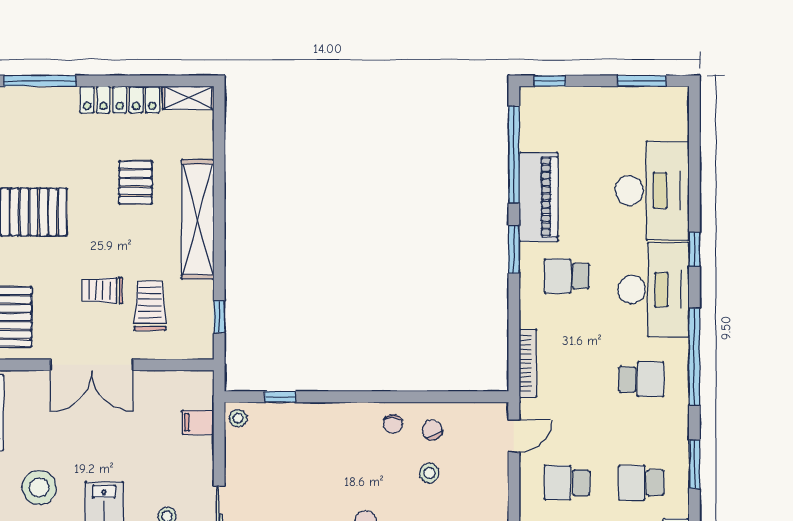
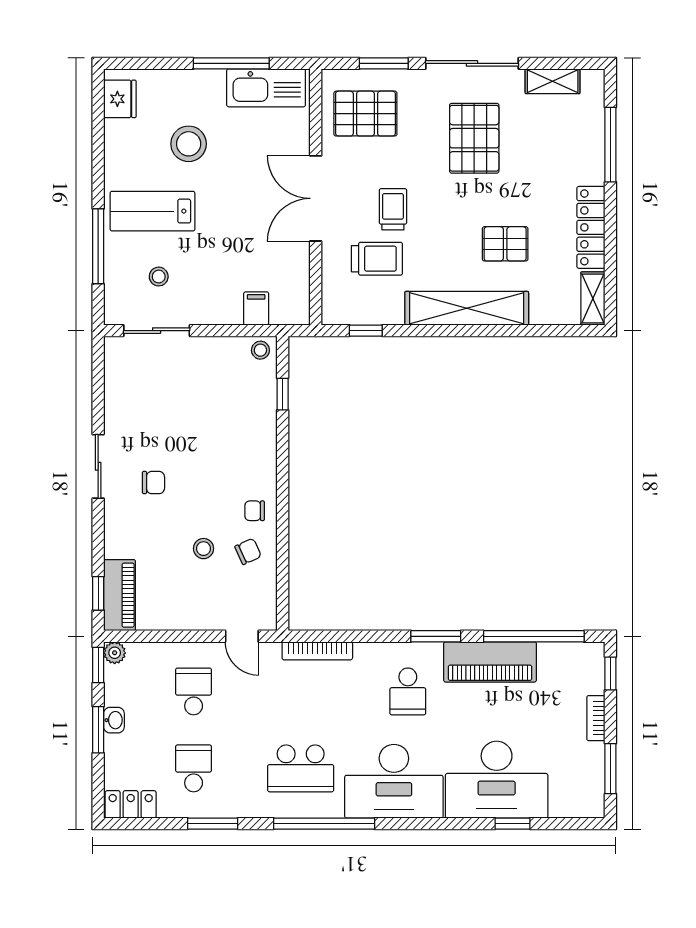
bookcase: (593, 95) -> (596, 718), added
window: (694, 249) -> (512, 824), moved
school desk: (567, 276) -> (408, 691), turned 180
school desk: (641, 379) -> (301, 768), width x1.85

